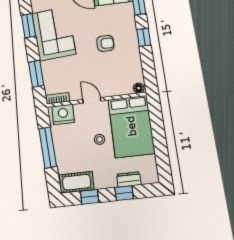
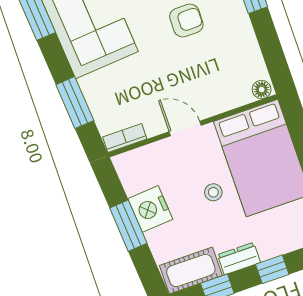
nightstand: (63, 114) -> (150, 209), moved, turned -94
window: (48, 147) -> (128, 226), width x0.69
dresser: (129, 179) -> (239, 259), moved

